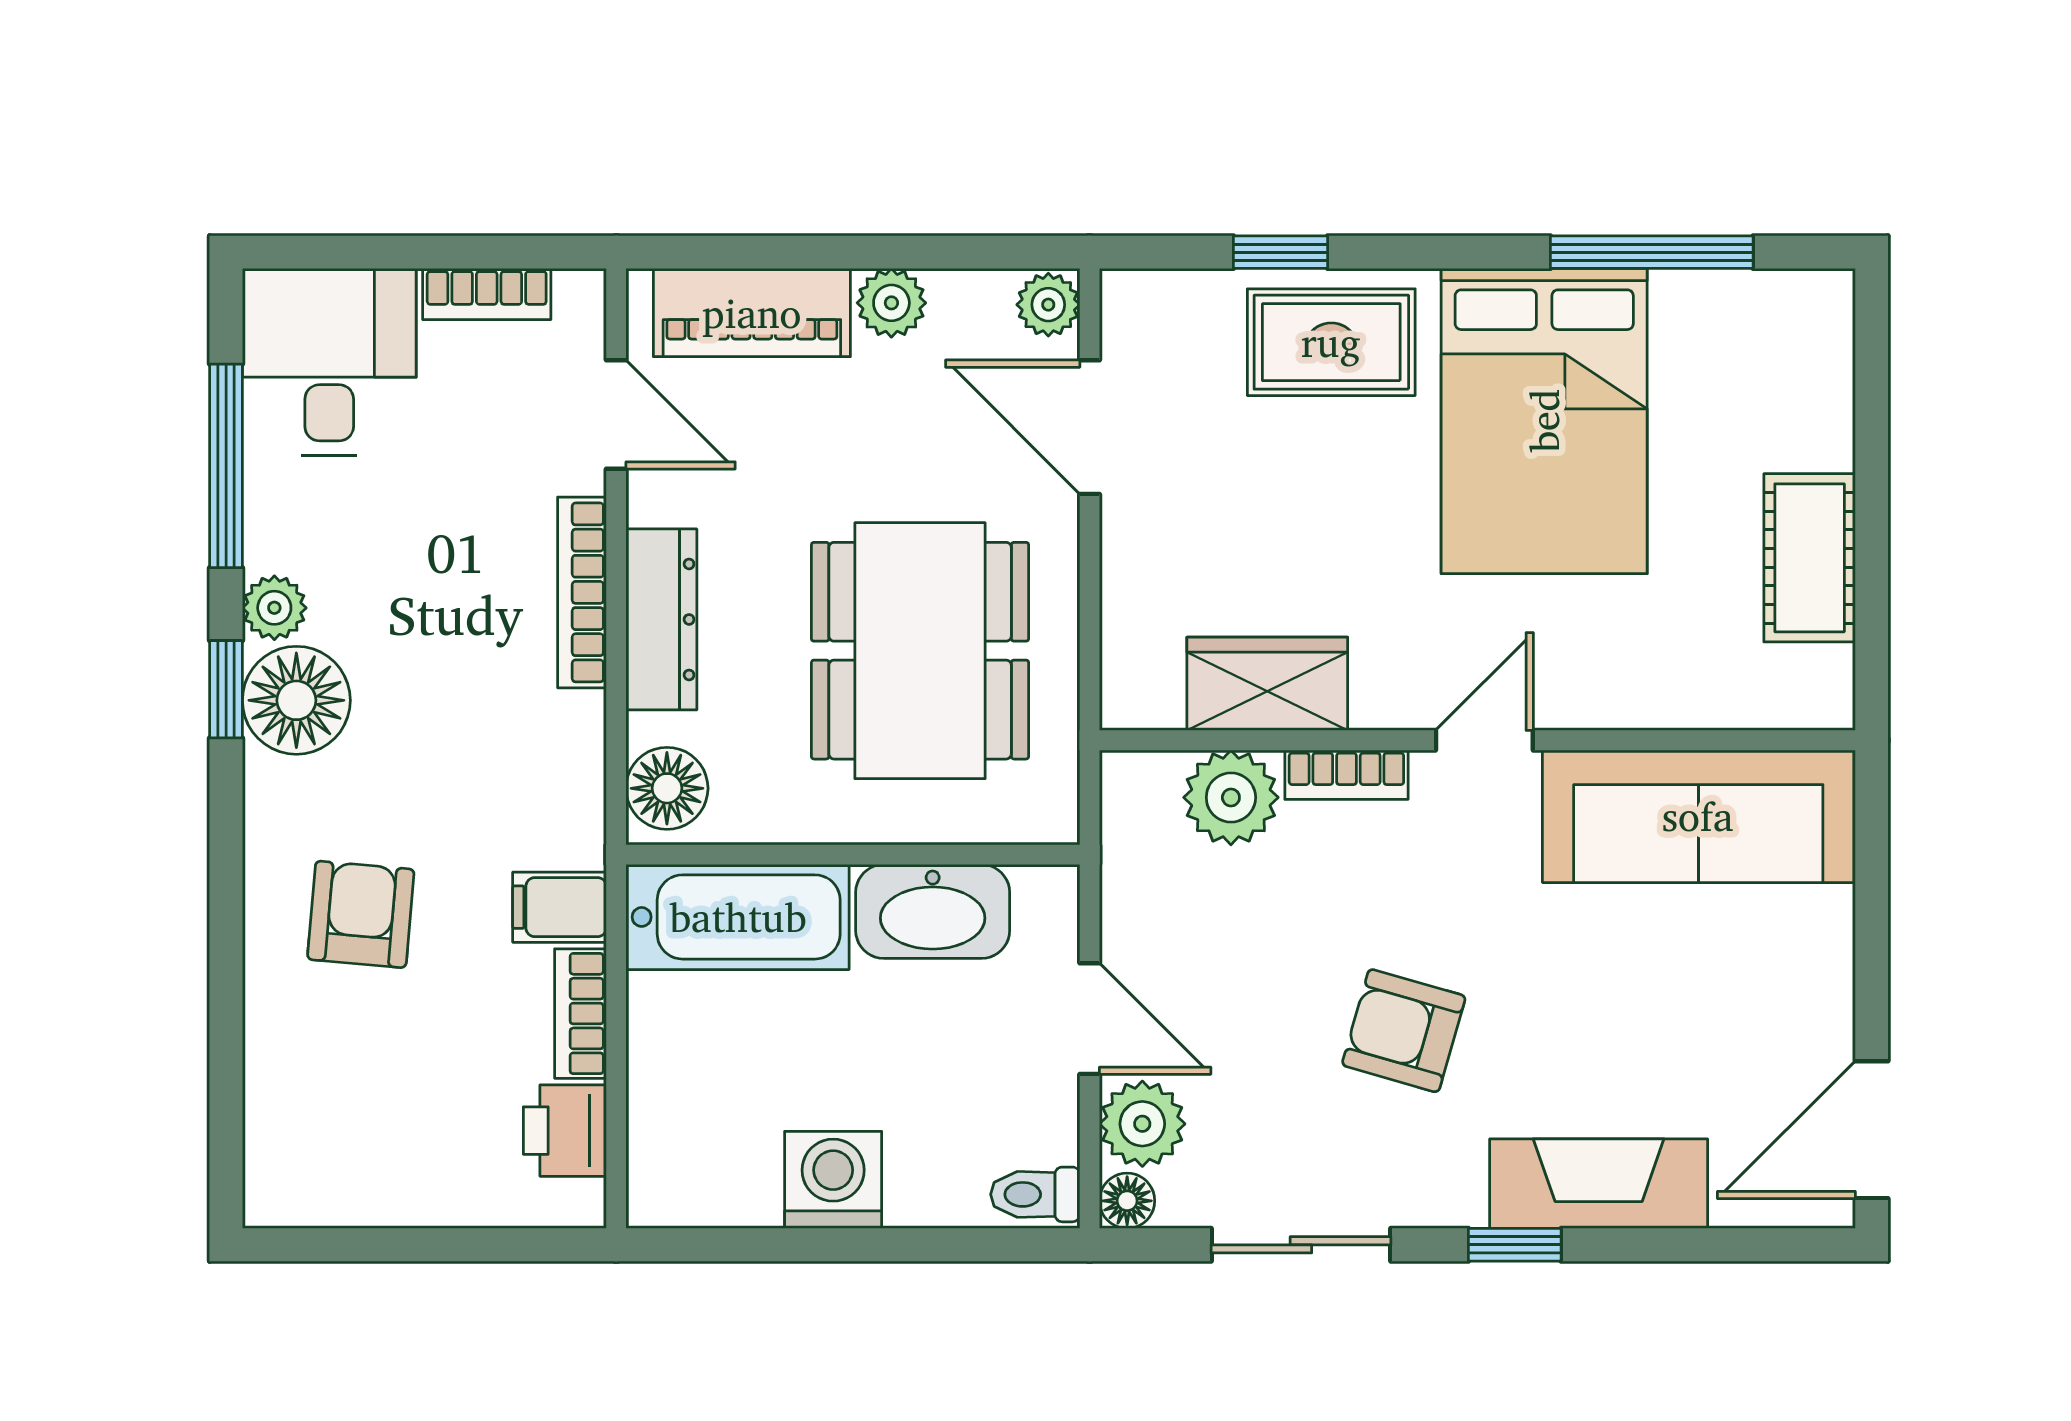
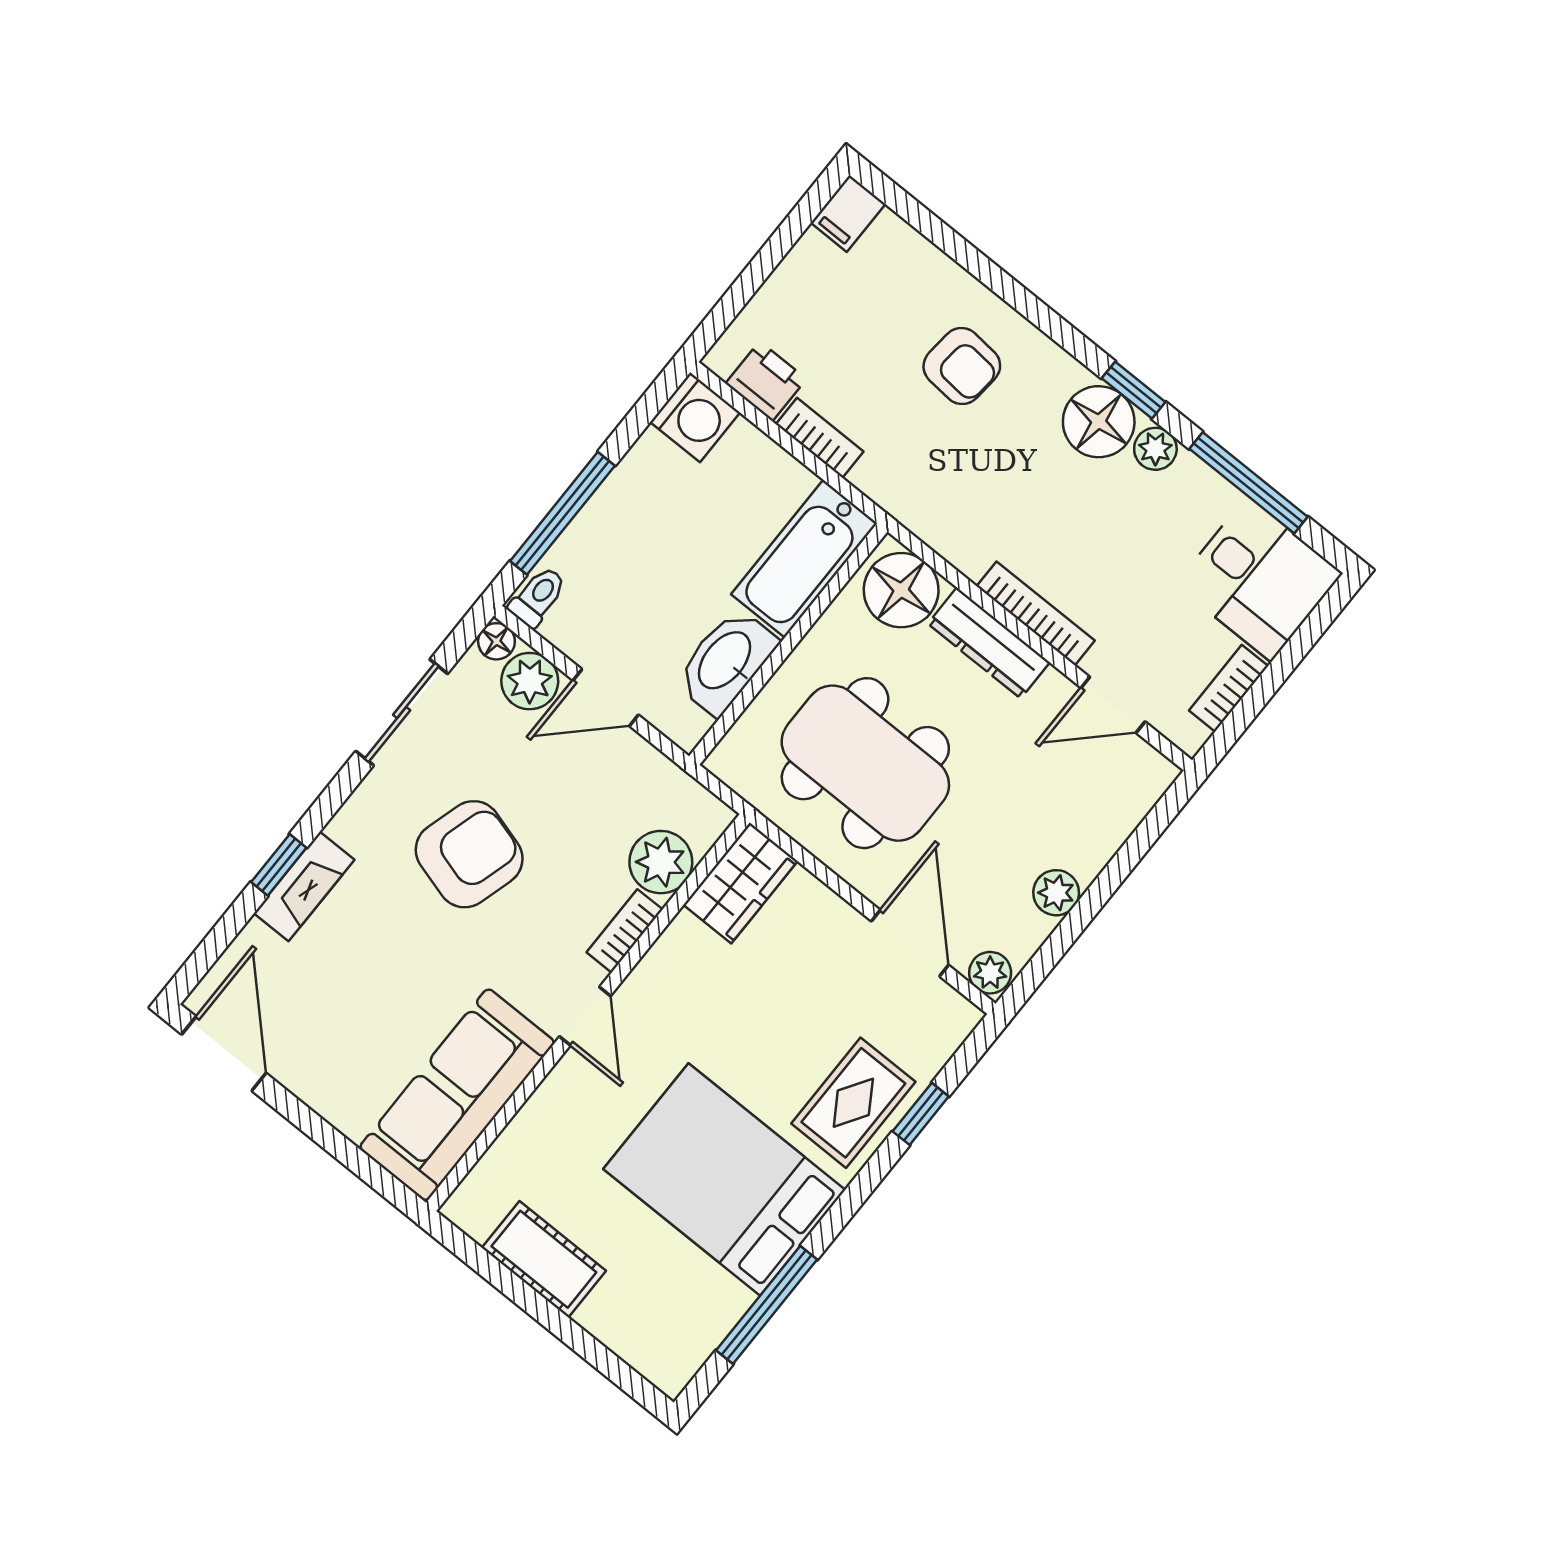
piano: (752, 313) -> (1109, 817), removed
door: (1090, 427) -> (910, 943), hinge flipped
wardrobe: (1267, 684) -> (740, 883), moved
floor lamp: (667, 788) -> (901, 590), width x1.38, depth x1.38
filing cabinet: (560, 907) -> (848, 213), moved, turned 180
armchair: (1404, 1031) -> (469, 854), width x1.38, depth x1.38
washing machine: (833, 1180) -> (695, 417), moved
fireplace: (1599, 1184) -> (304, 886), width x0.73, depth x0.76
window: (914, 1245) -> (562, 513), added
window: (1515, 1245) -> (279, 865), moved

